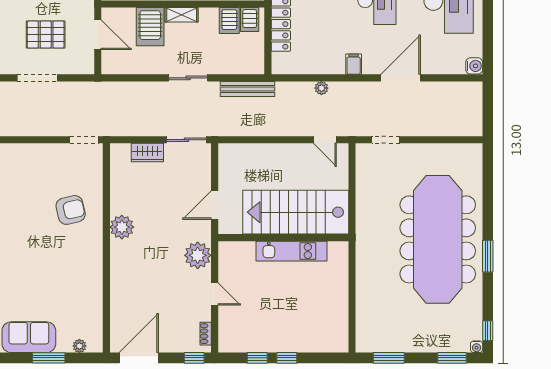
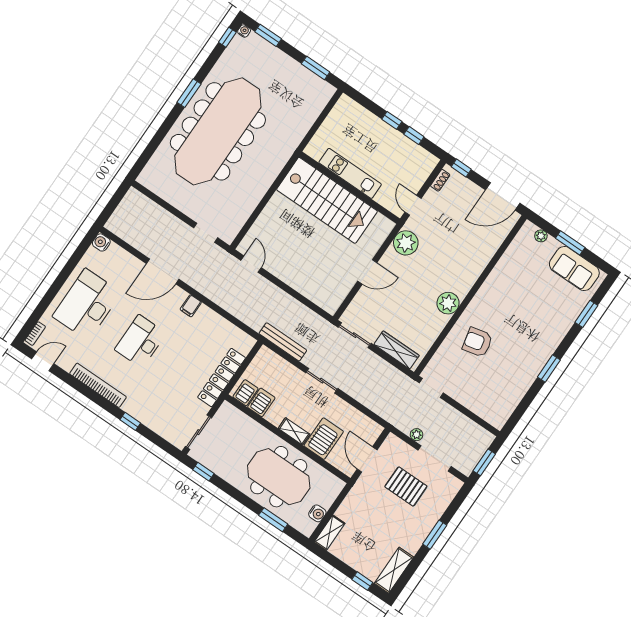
plant: (321, 88) -> (417, 435), moved
wardrobe: (147, 152) -> (397, 350), width x1.50
stairs: (296, 212) -> (327, 200), moved
wall: (283, 238) -> (349, 188), moved
kitchen unit: (292, 251) -> (350, 173), moved

